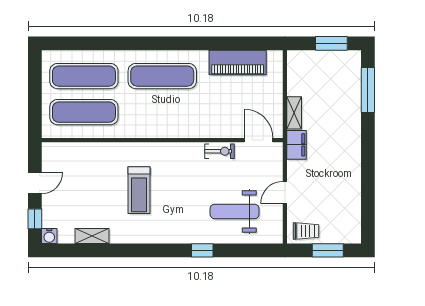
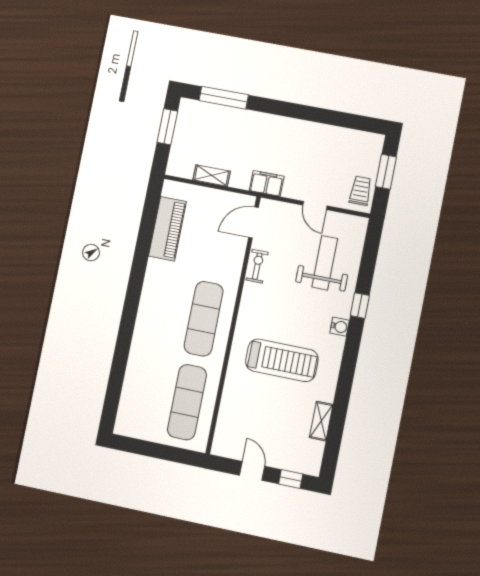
exercise mat: (84, 76) -> (149, 394), removed
exercise mat: (162, 76) -> (204, 319), moved
shelving: (294, 113) -> (212, 175), moved
treadmill: (139, 190) -> (282, 360), width x1.37, depth x1.38
weight bench: (235, 211) -> (325, 263), turned 180
water cooler: (49, 236) -> (340, 327), moved

